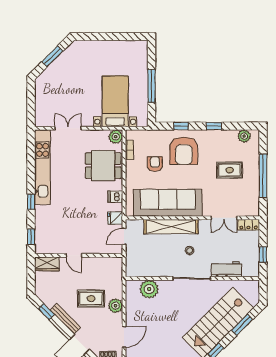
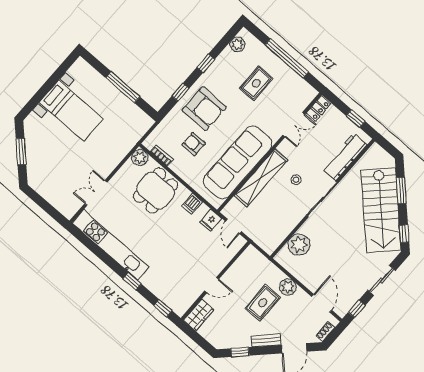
bed with nightstands: (115, 101) -> (71, 111), moved, turned 180
workbench: (226, 269) -> (345, 157), width x1.38
bench: (65, 319) -> (266, 340), width x0.73

